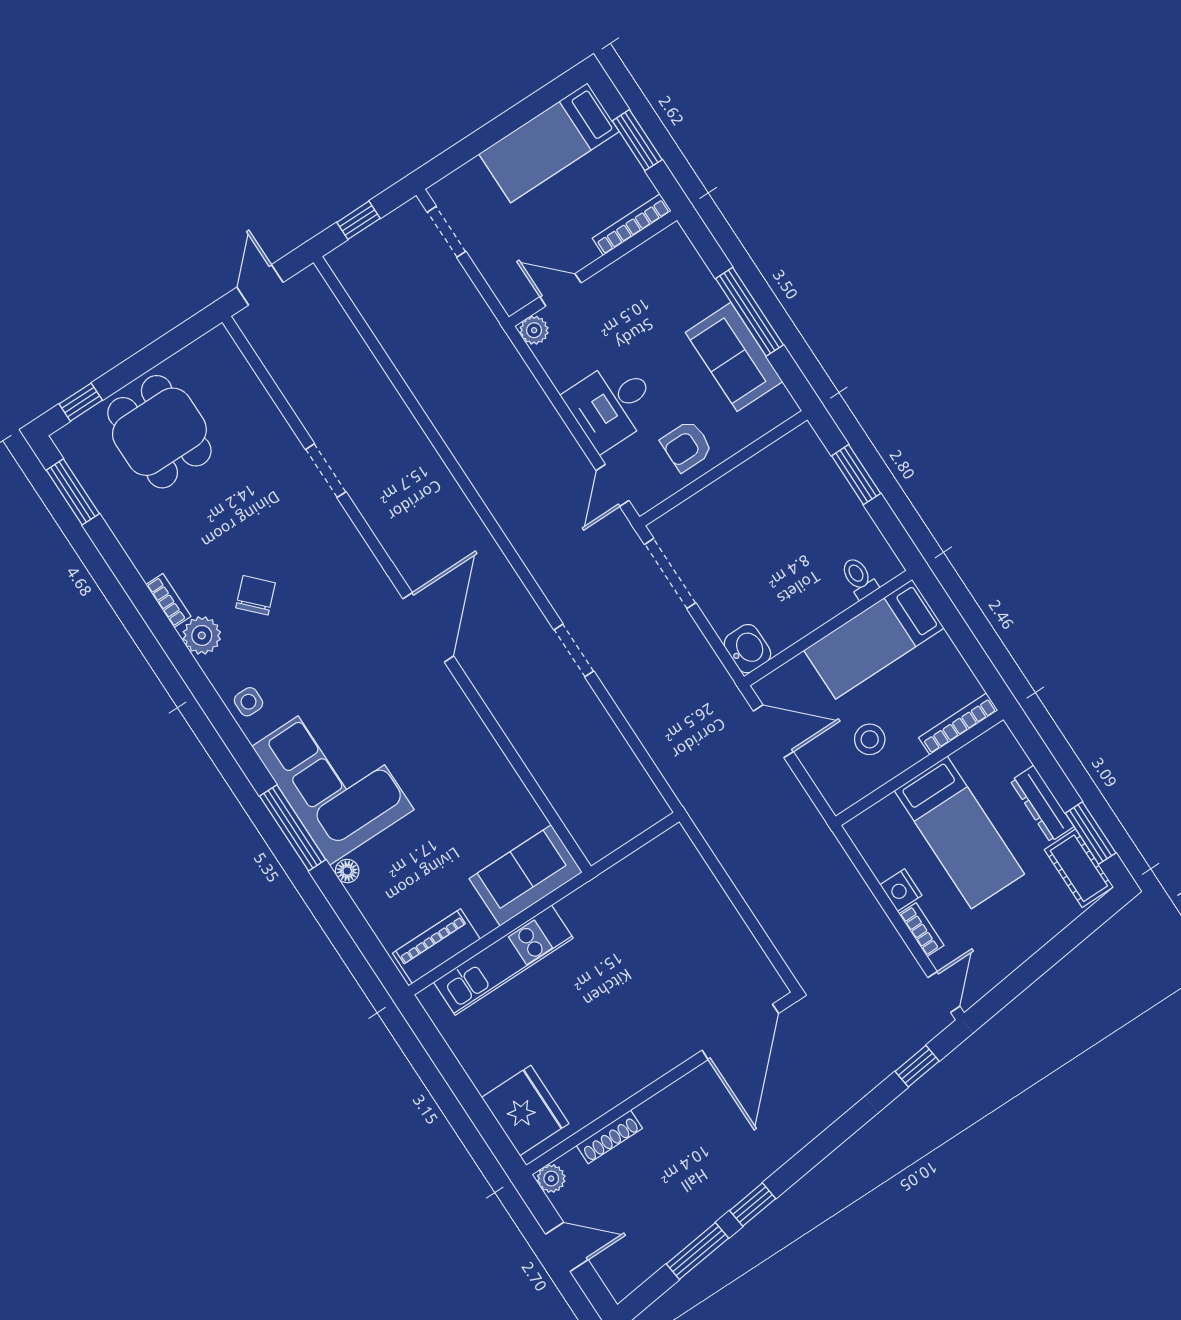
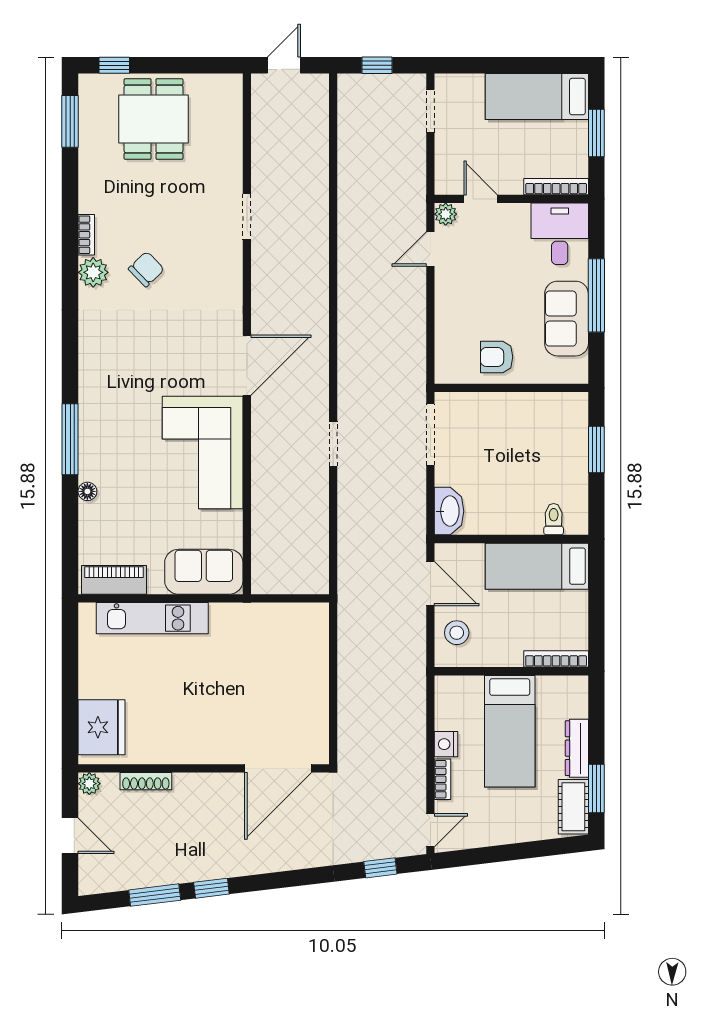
desk: (612, 404) -> (560, 234), moved, turned 90
door: (613, 485) -> (430, 249), moved
washbasin: (747, 649) -> (449, 511), width x1.38
side table: (249, 702) -> (95, 337), removed
stool: (870, 739) -> (457, 633), moved
corner sofa: (333, 778) -> (203, 453), moved, turned 180

